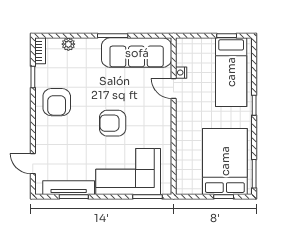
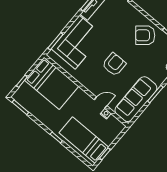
armchair: (57, 102) -> (145, 35), turned -40
armchair: (113, 123) -> (114, 64), moved
bed: (225, 161) -> (52, 83), moved

